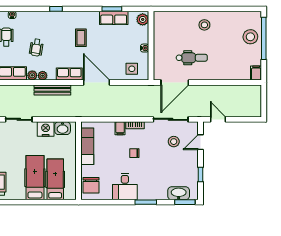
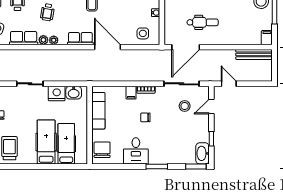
bench: (52, 90) -> (254, 54), moved
chair: (91, 185) -> (102, 150), turned 180
washbasin: (179, 193) -> (202, 153), moved, turned -90

